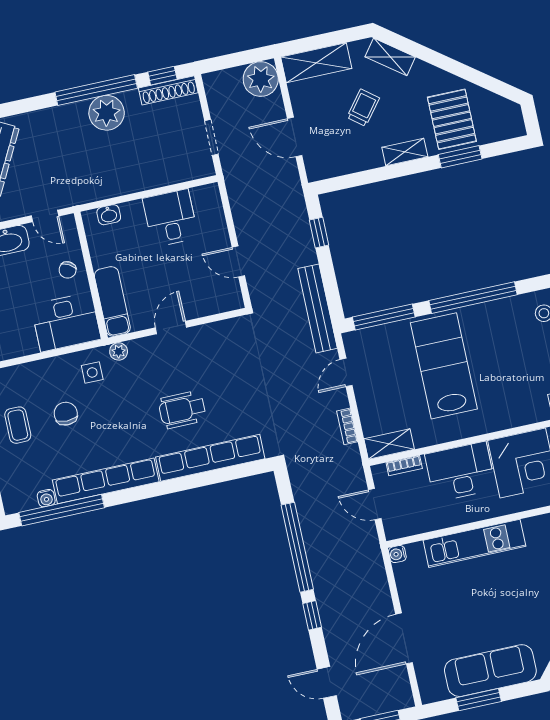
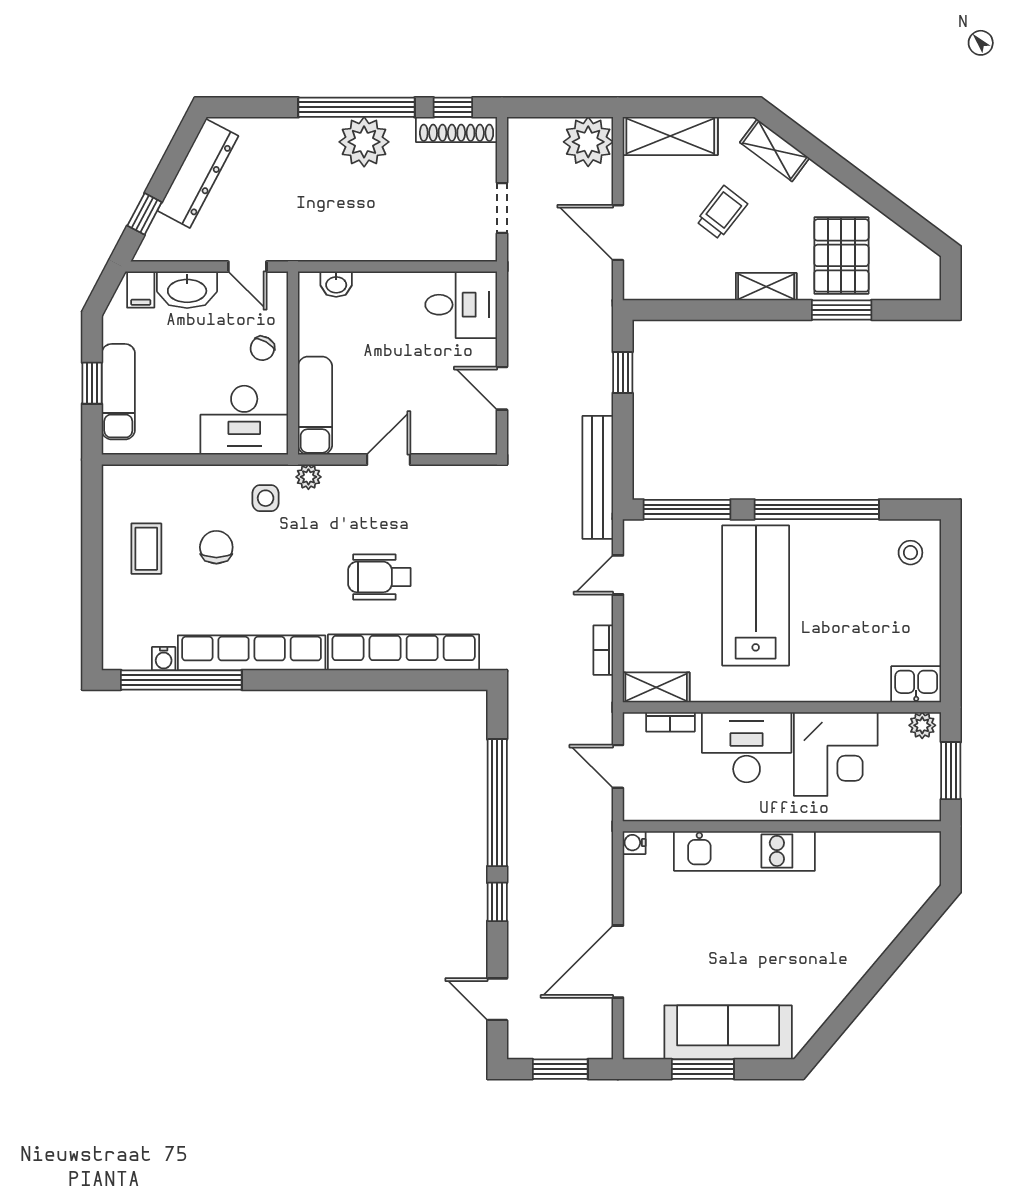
desk: (170, 218) -> (461, 305), moved, turned 90

